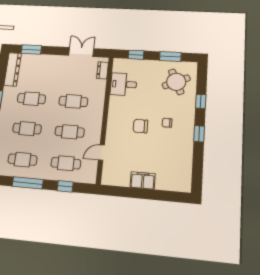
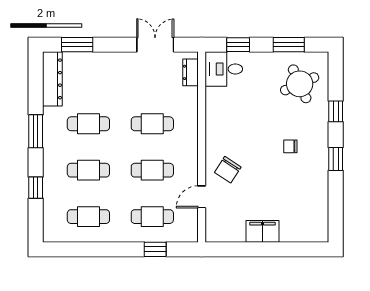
desk: (124, 84) -> (224, 69), moved
chair: (140, 126) -> (228, 170), moved, turned -57
window: (28, 183) -> (101, 249), removed

